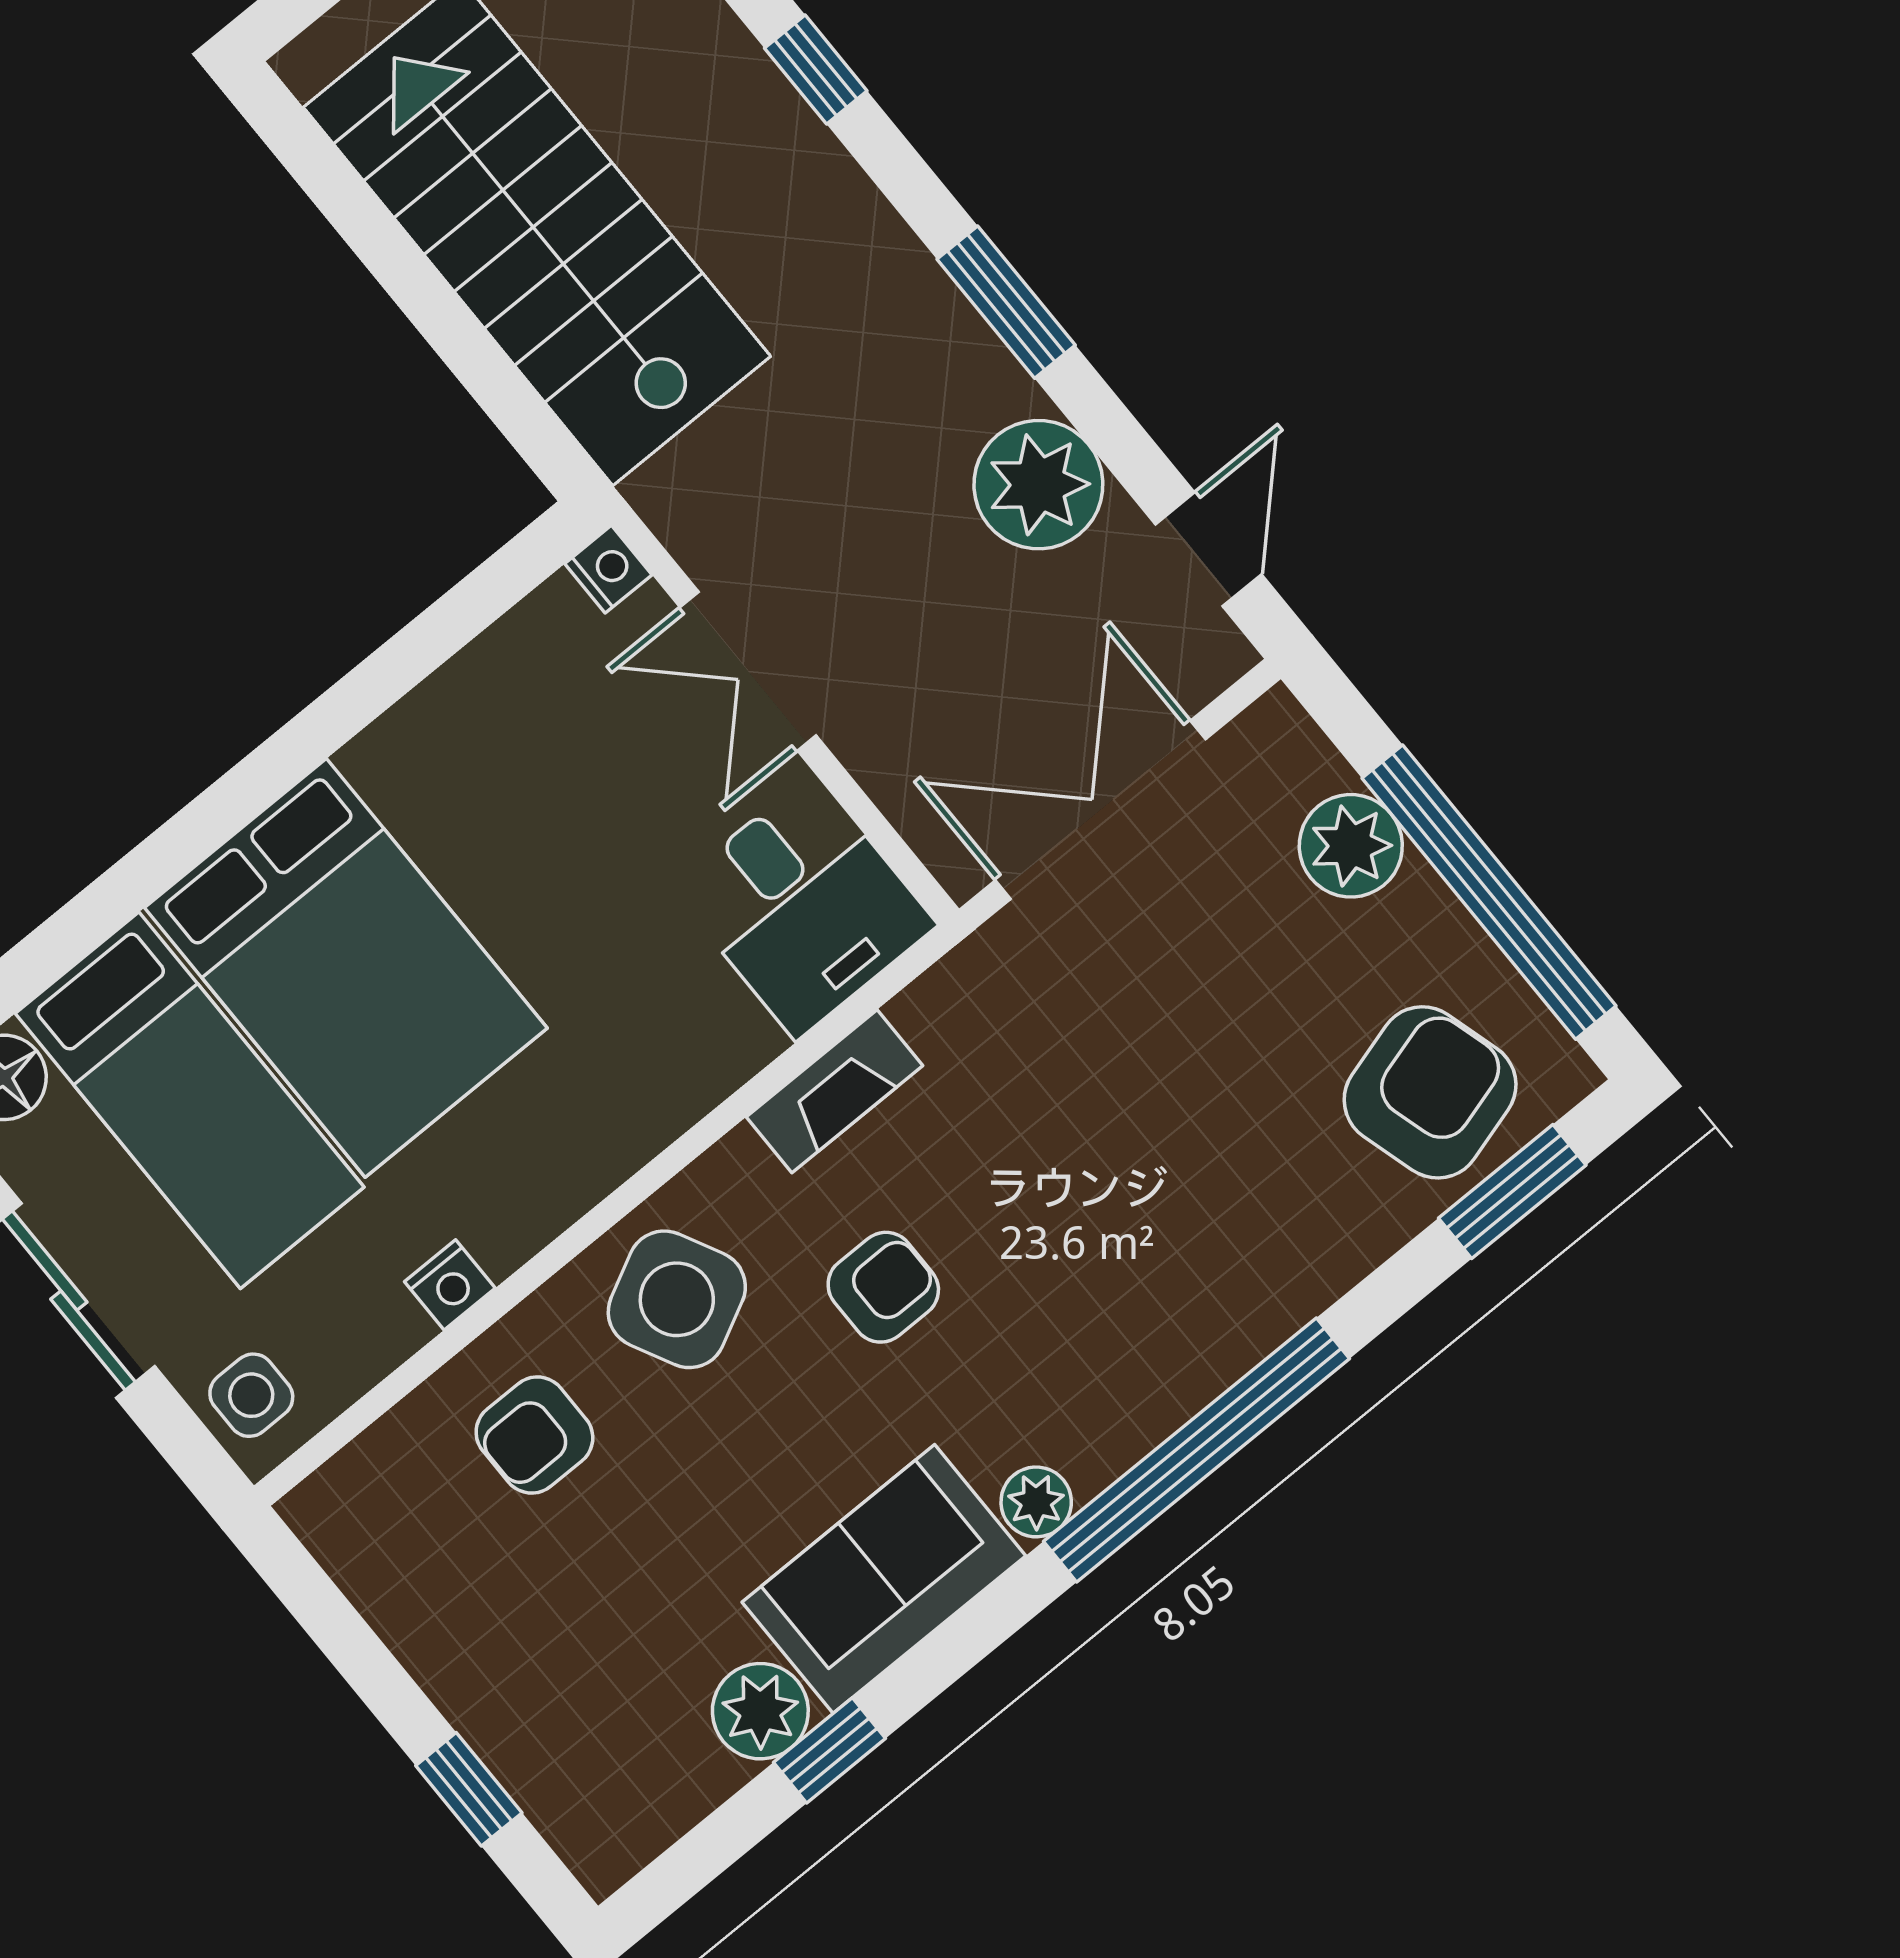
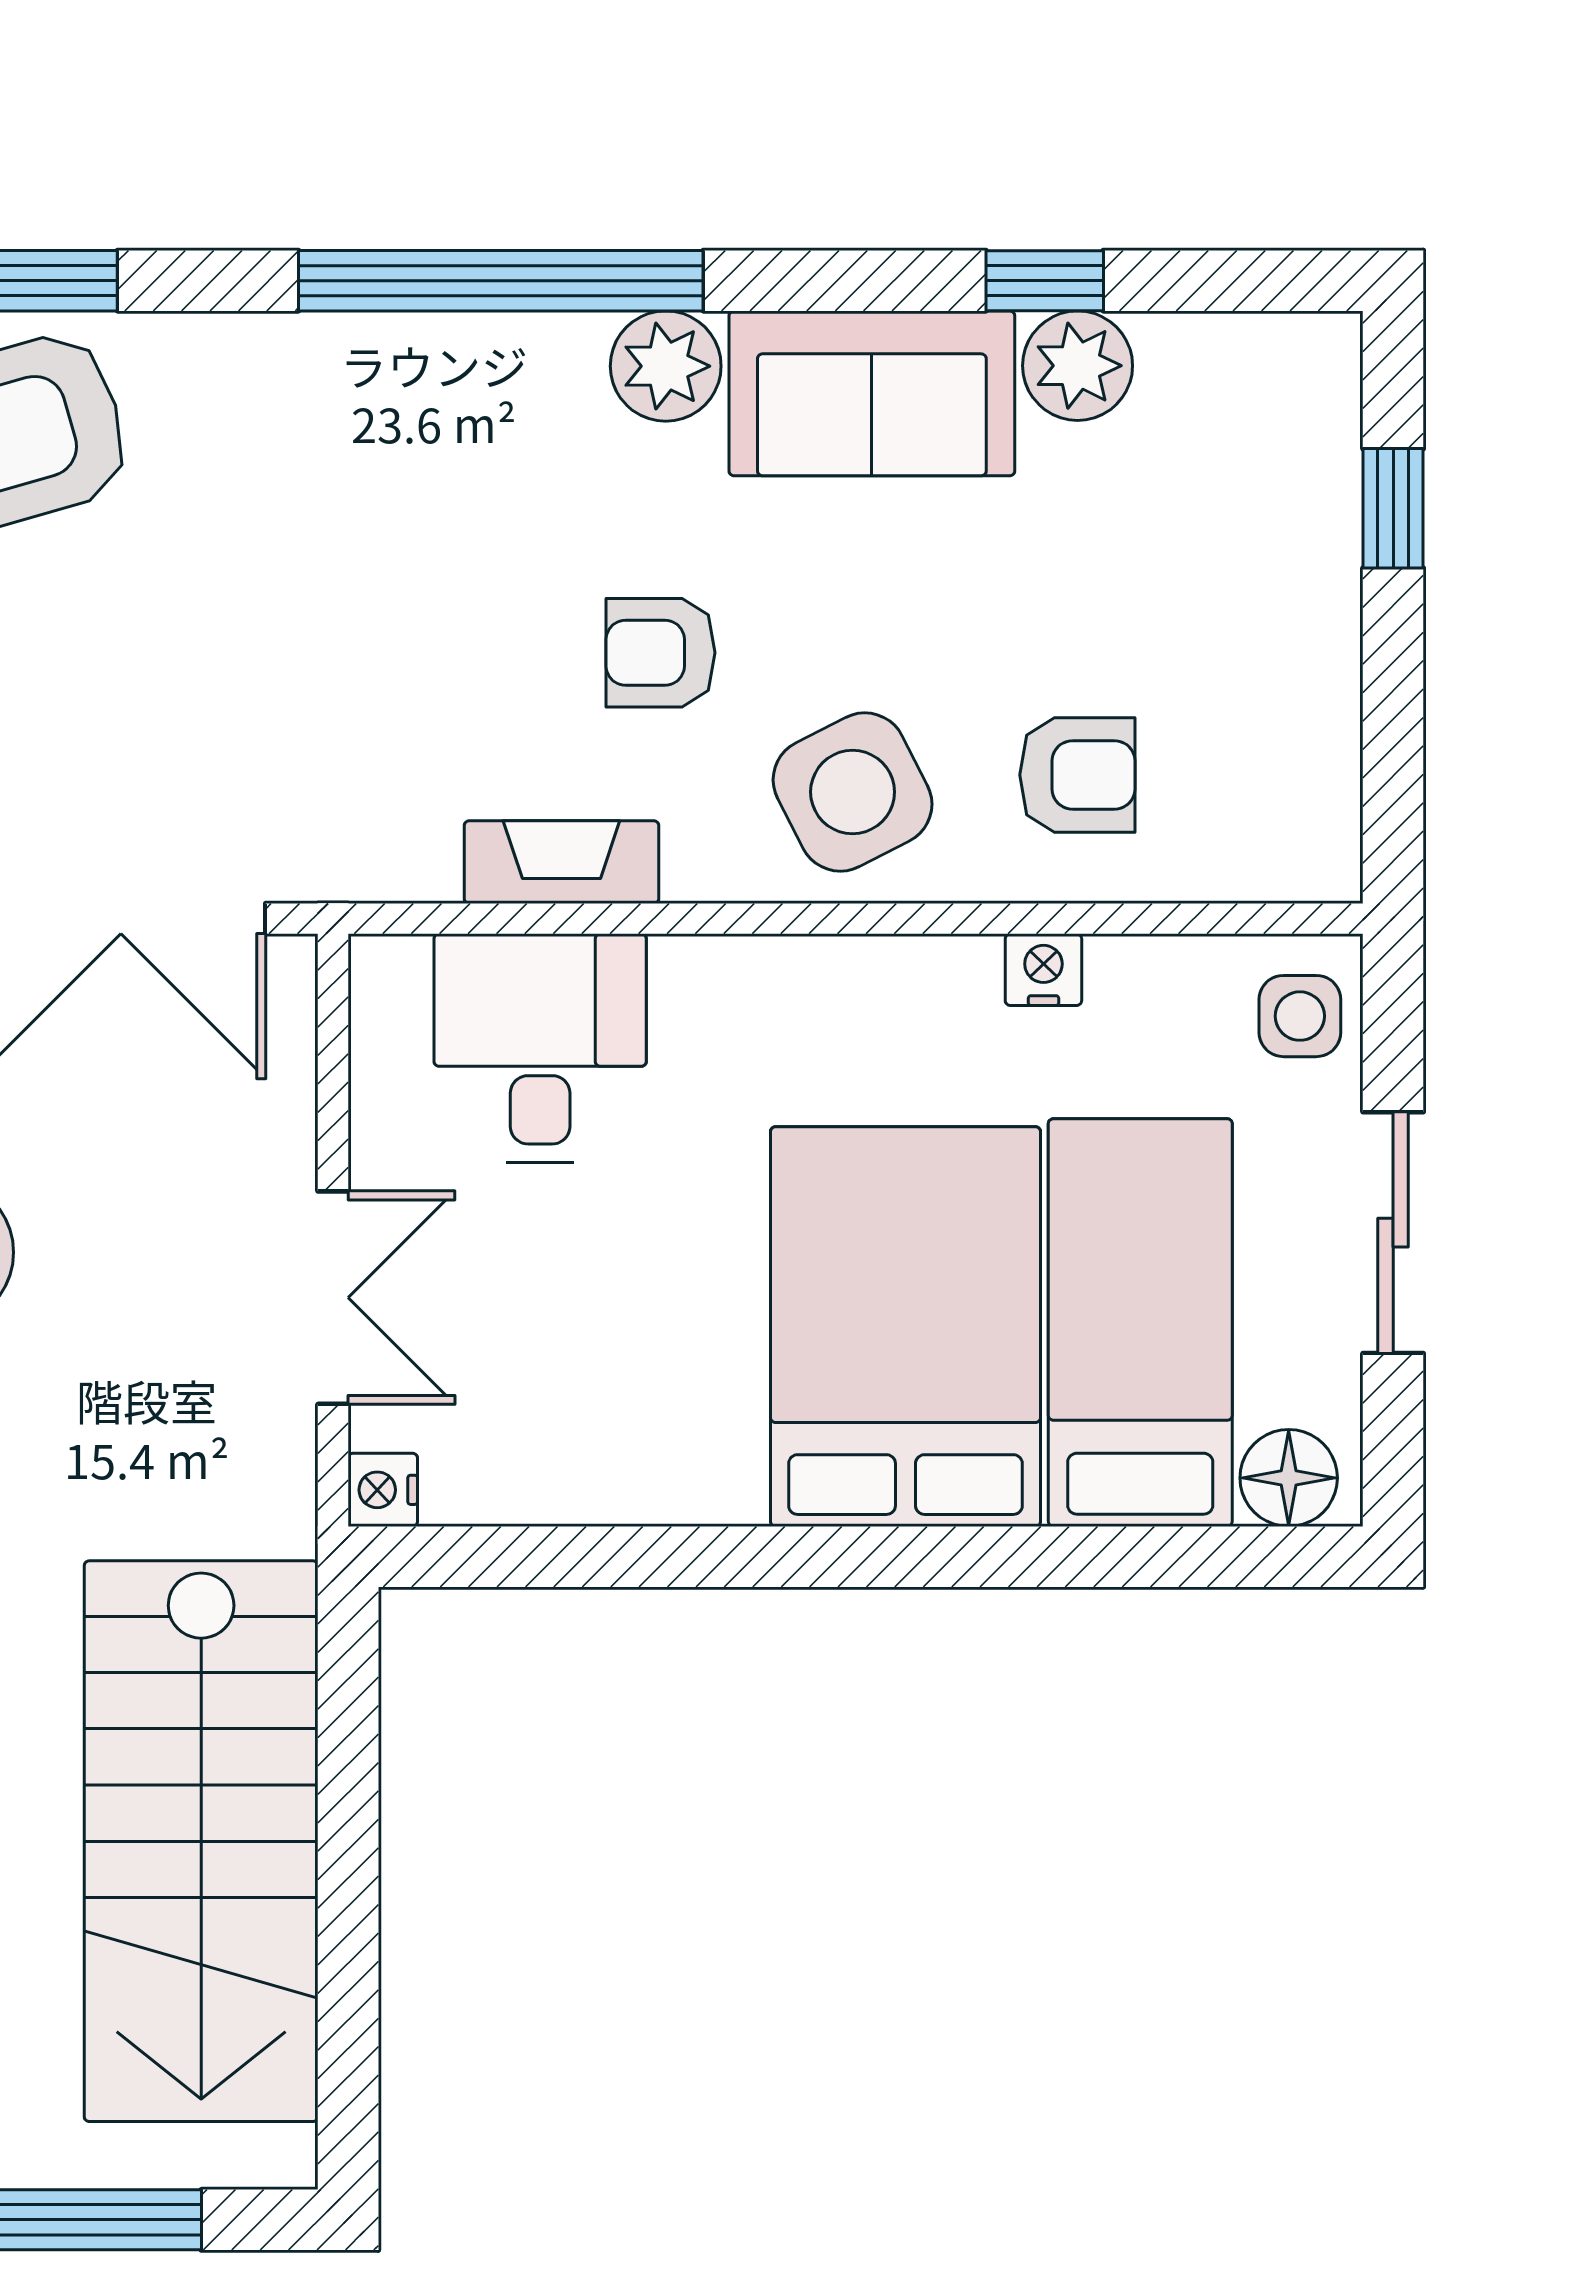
desk: (804, 907) -> (540, 1048), moved
plant: (1036, 1502) -> (666, 366), width x1.38, depth x1.38

